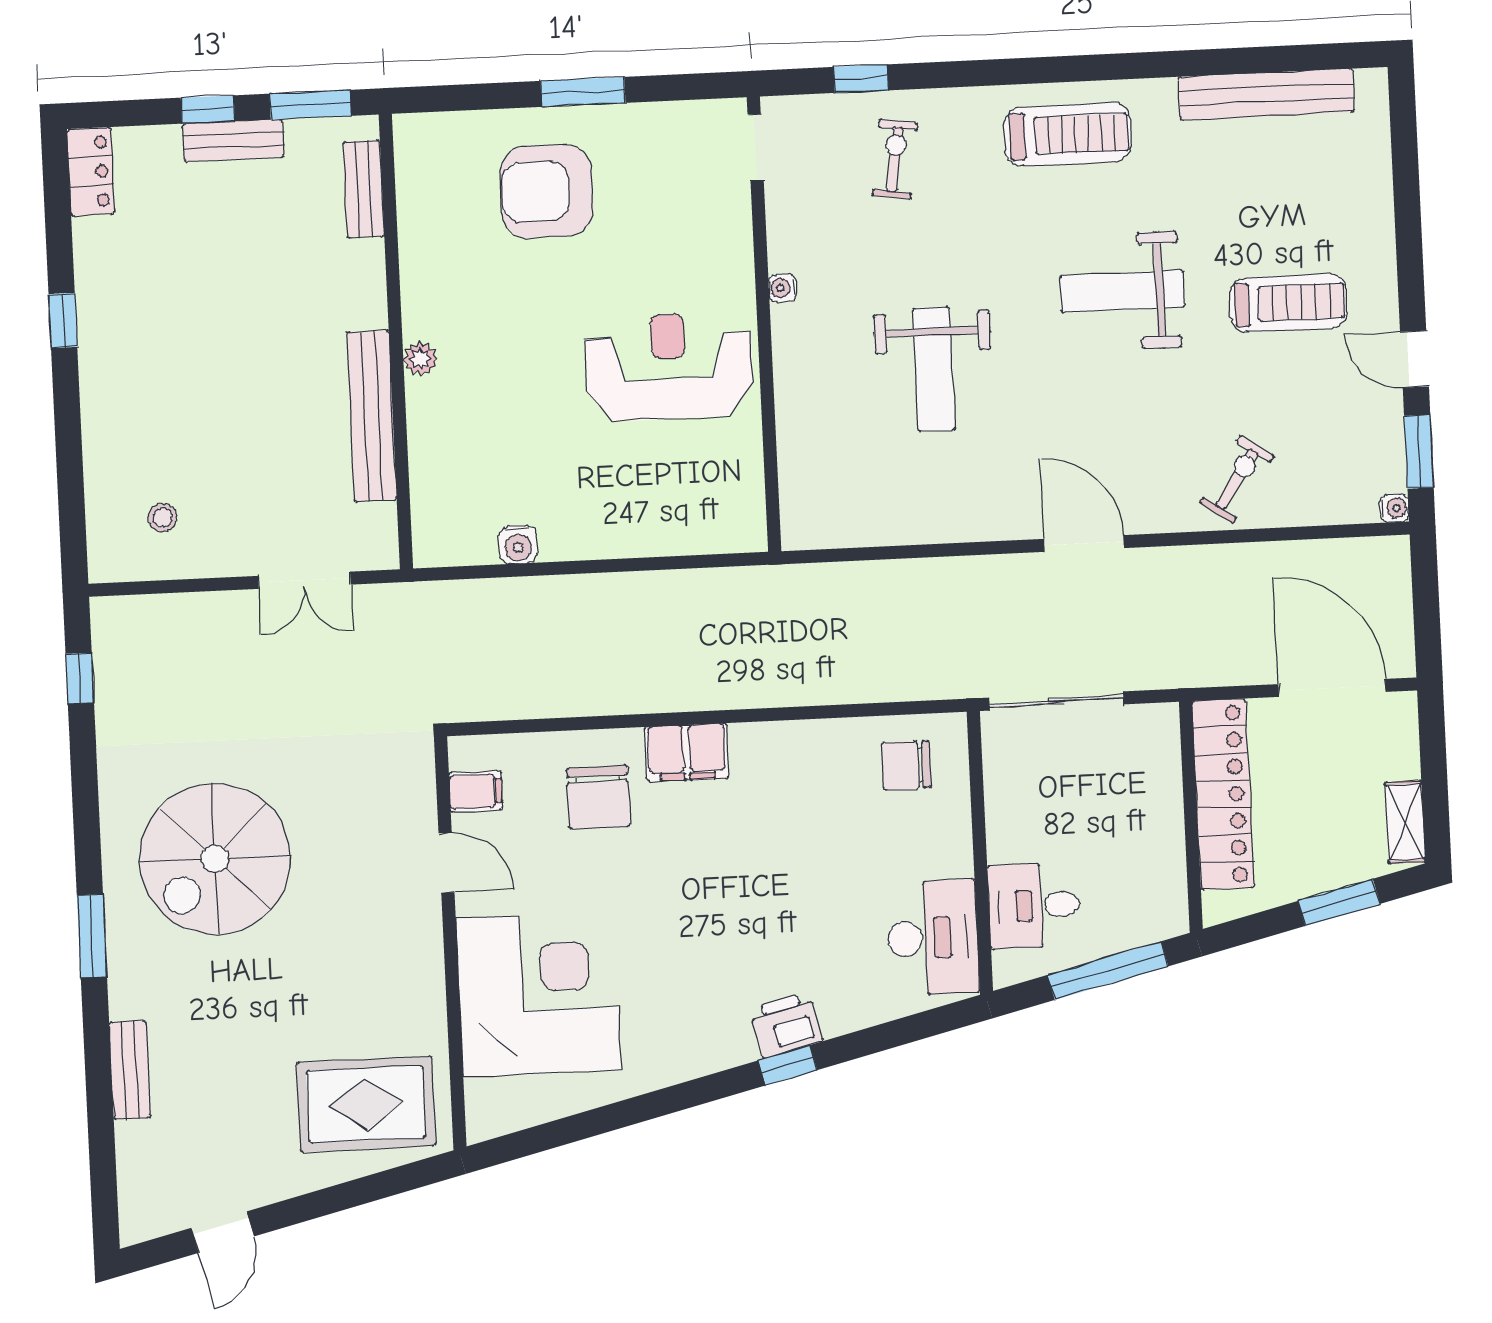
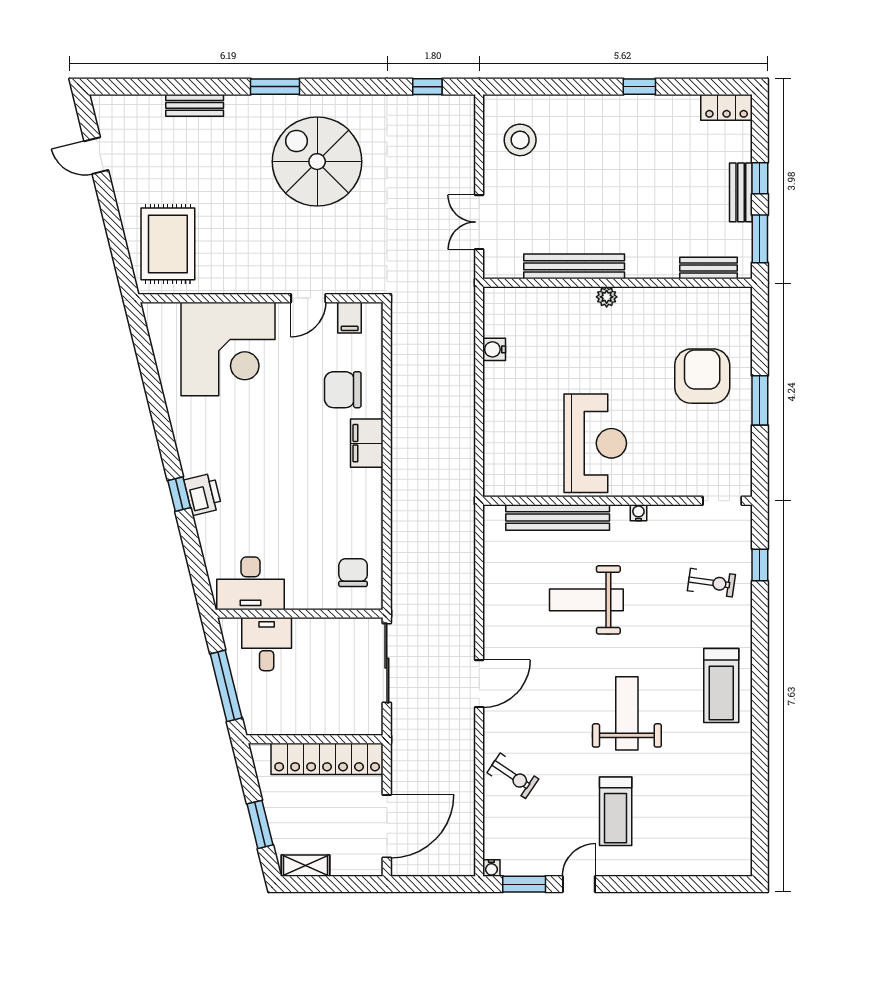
bench: (1266, 94) -> (558, 517), moved, turned 90
stool: (162, 518) -> (520, 140), width x1.89, depth x1.89

